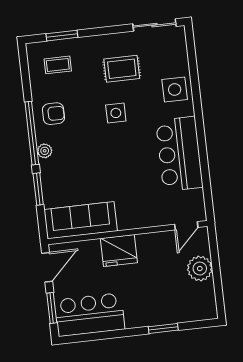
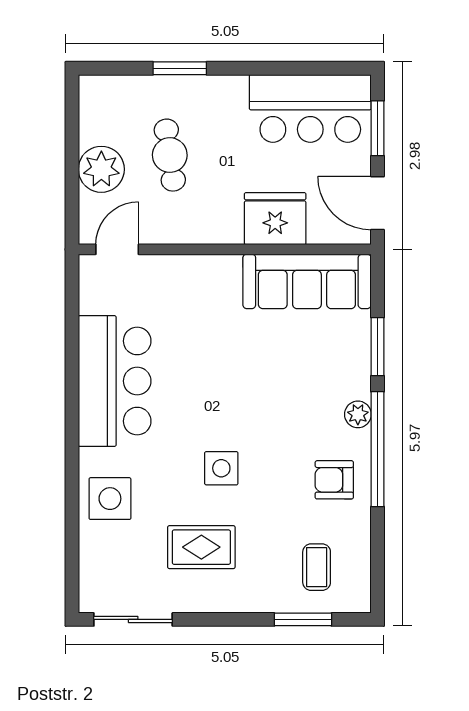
coffee table: (58, 65) -> (317, 567), turned 90
fridge: (119, 250) -> (275, 219), moved
door: (47, 267) -> (378, 203), hinge flipped
cafe table: (163, 281) -> (170, 155), added

